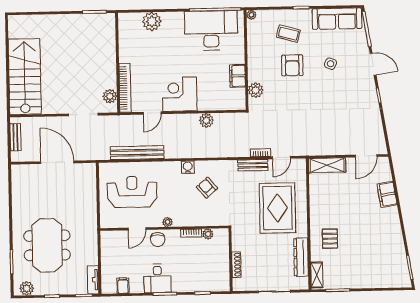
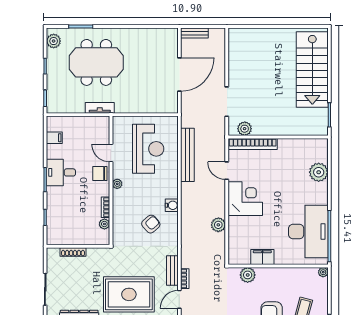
stairs: (25, 77) -> (312, 69), moved, turned 90
bench: (15, 137) -> (194, 33), moved
door: (281, 158) -> (179, 299), hinge flipped
tv unit: (93, 280) -> (100, 108), moved

